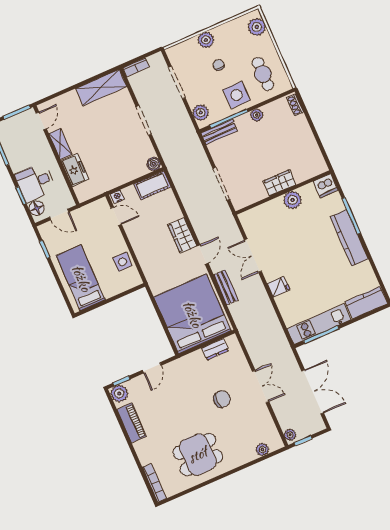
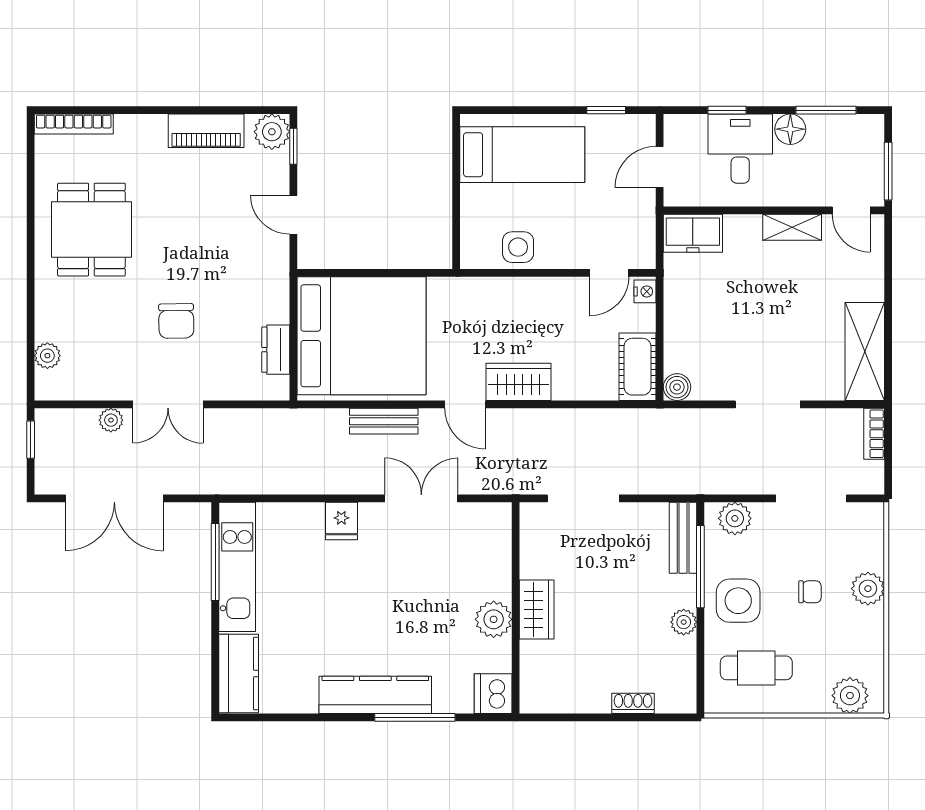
shoe rack: (295, 105) -> (633, 703), moved
freezer: (75, 170) -> (693, 233), moved
floor lamp: (37, 208) -> (790, 129), moved
plant: (290, 435) -> (111, 420), moved

